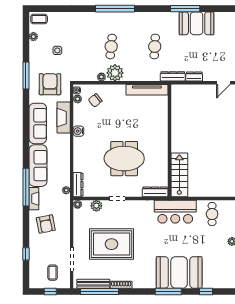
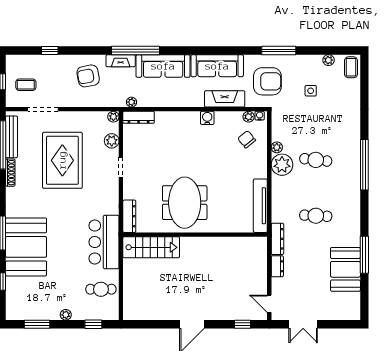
meeting table: (124, 159) -> (185, 203), moved

